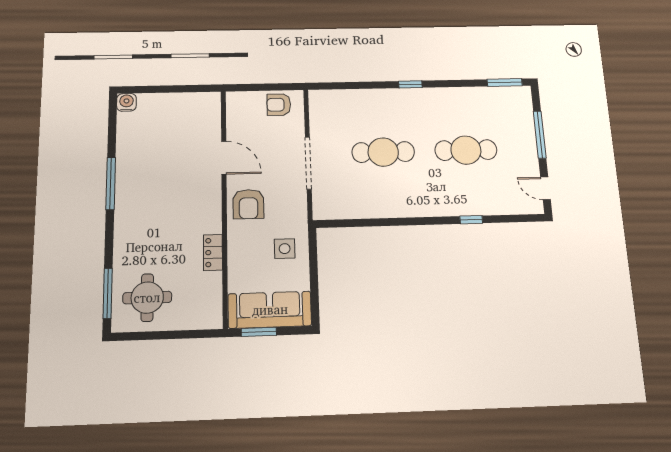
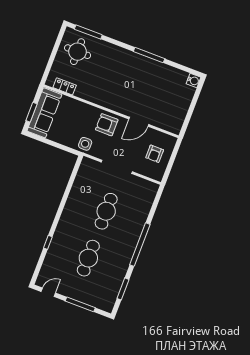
window: (505, 83) -> (123, 289), moved
window: (410, 84) -> (140, 245), width x3.17
armchair: (279, 105) -> (155, 154), moved, turned 180
side table: (285, 249) -> (85, 144), moved
locker: (213, 252) -> (65, 86), moved
window: (259, 332) -> (31, 112), moved

